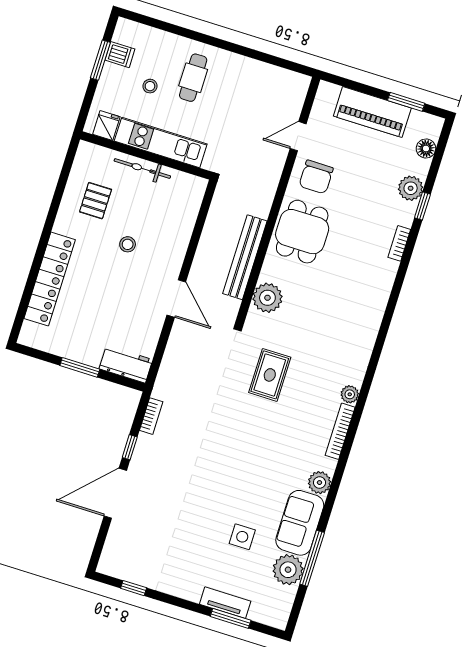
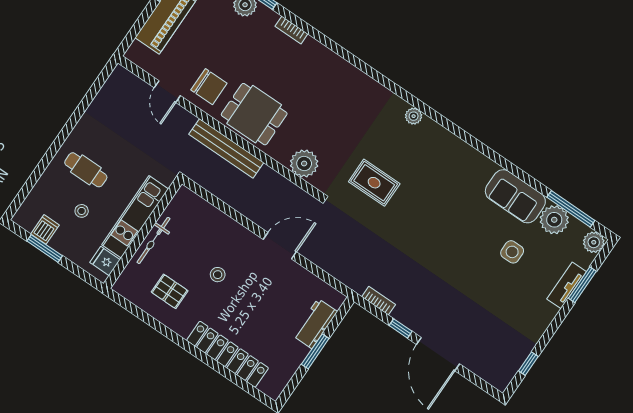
bench: (245, 257) -> (226, 148), moved
workbench: (126, 364) -> (315, 324), moved
bookcase: (340, 431) -> (444, 135), removed
plant: (319, 483) -> (594, 242), moved
window: (312, 558) -> (571, 209), moved

